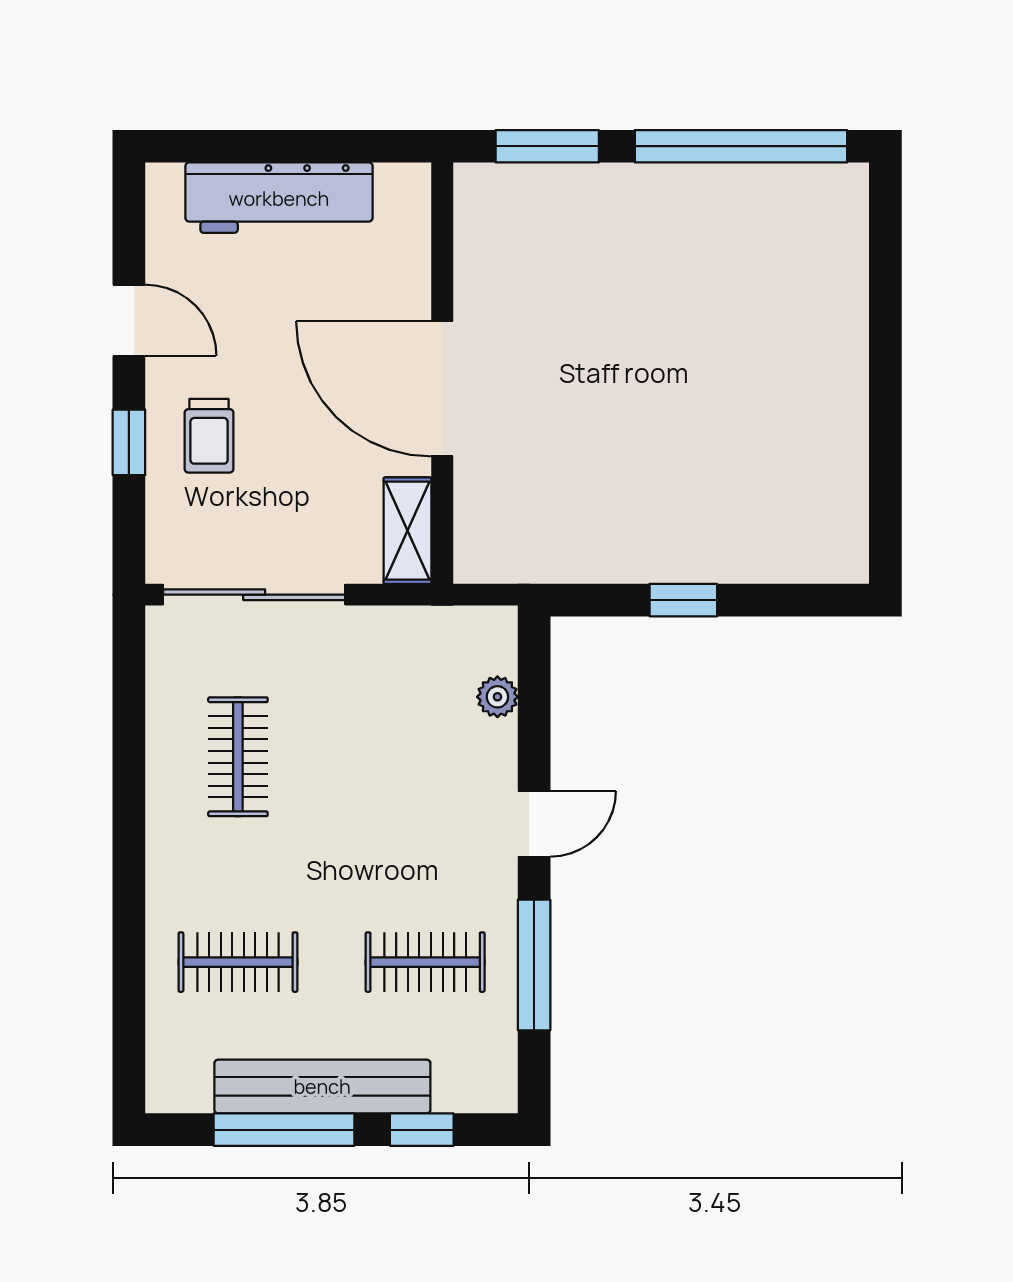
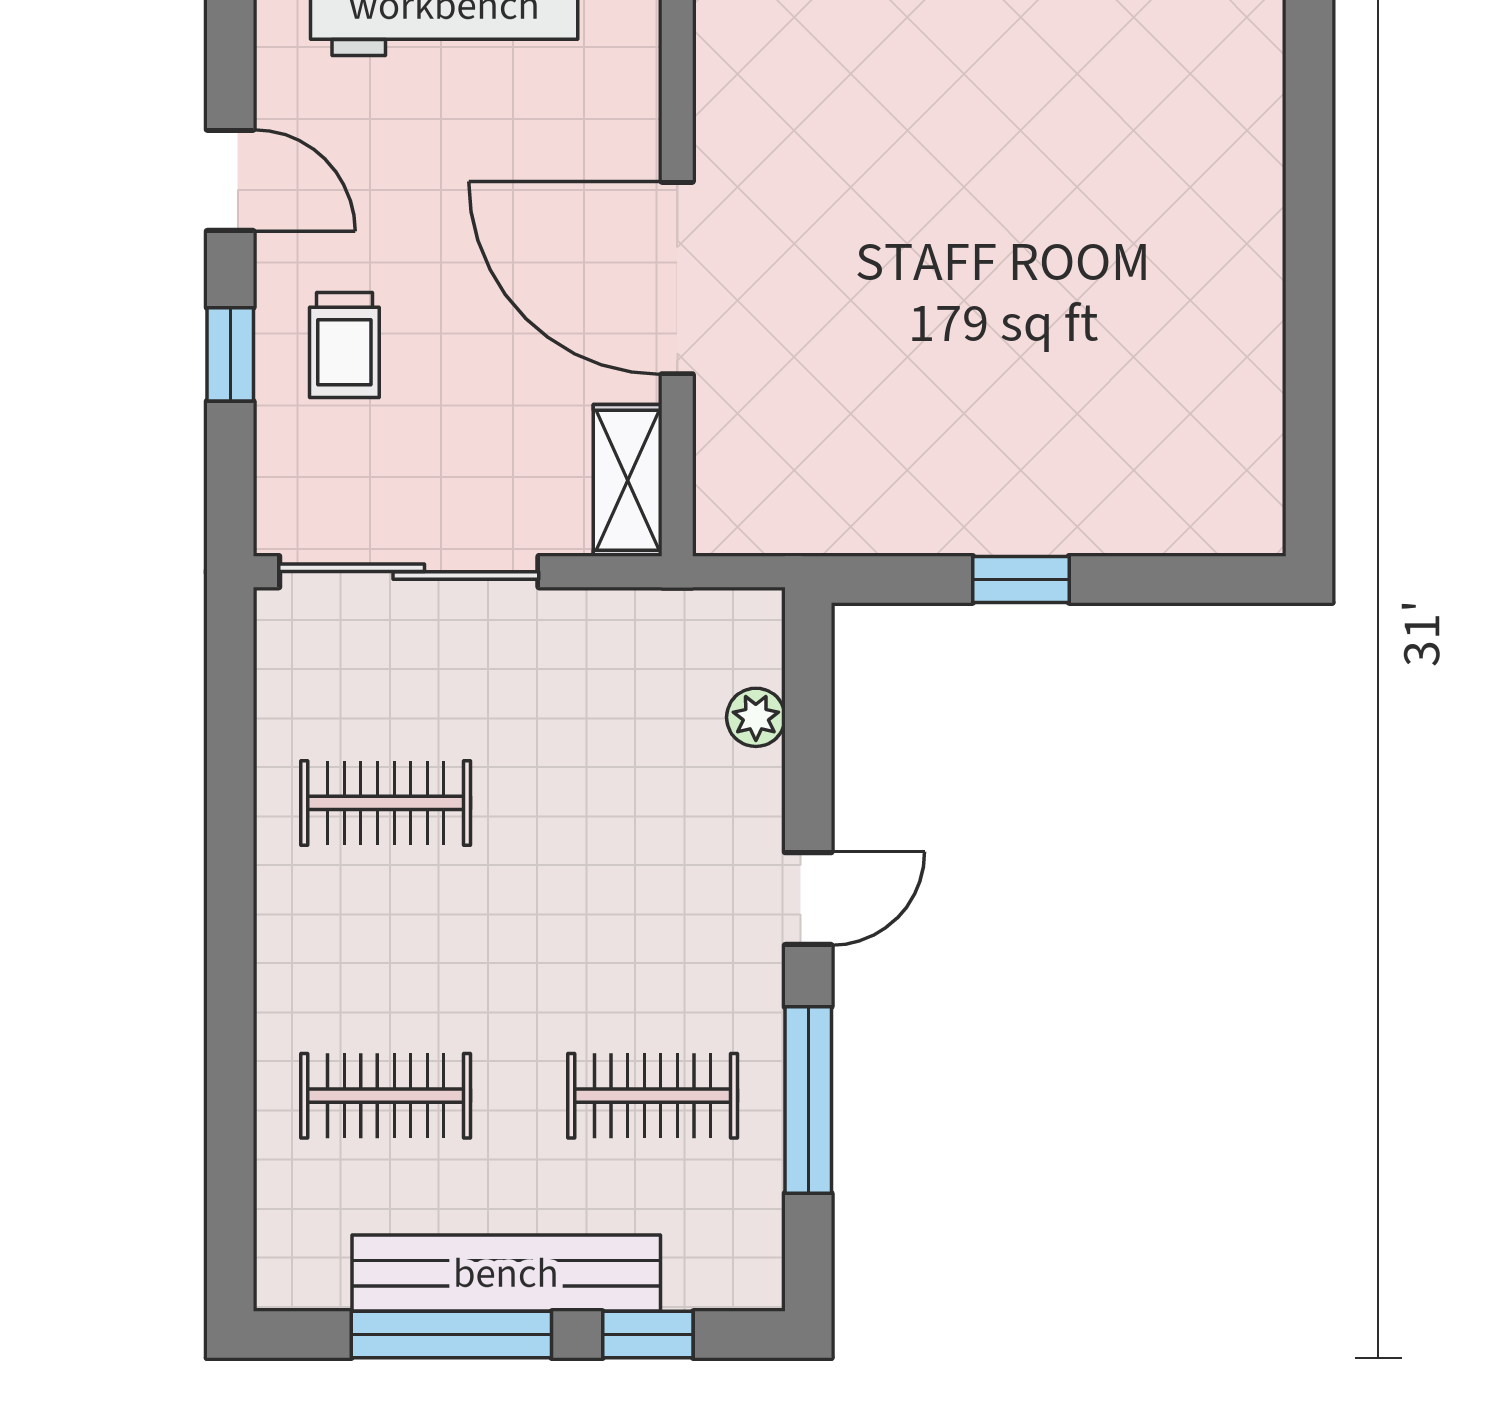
clothes rail: (238, 757) -> (386, 803), turned 90

